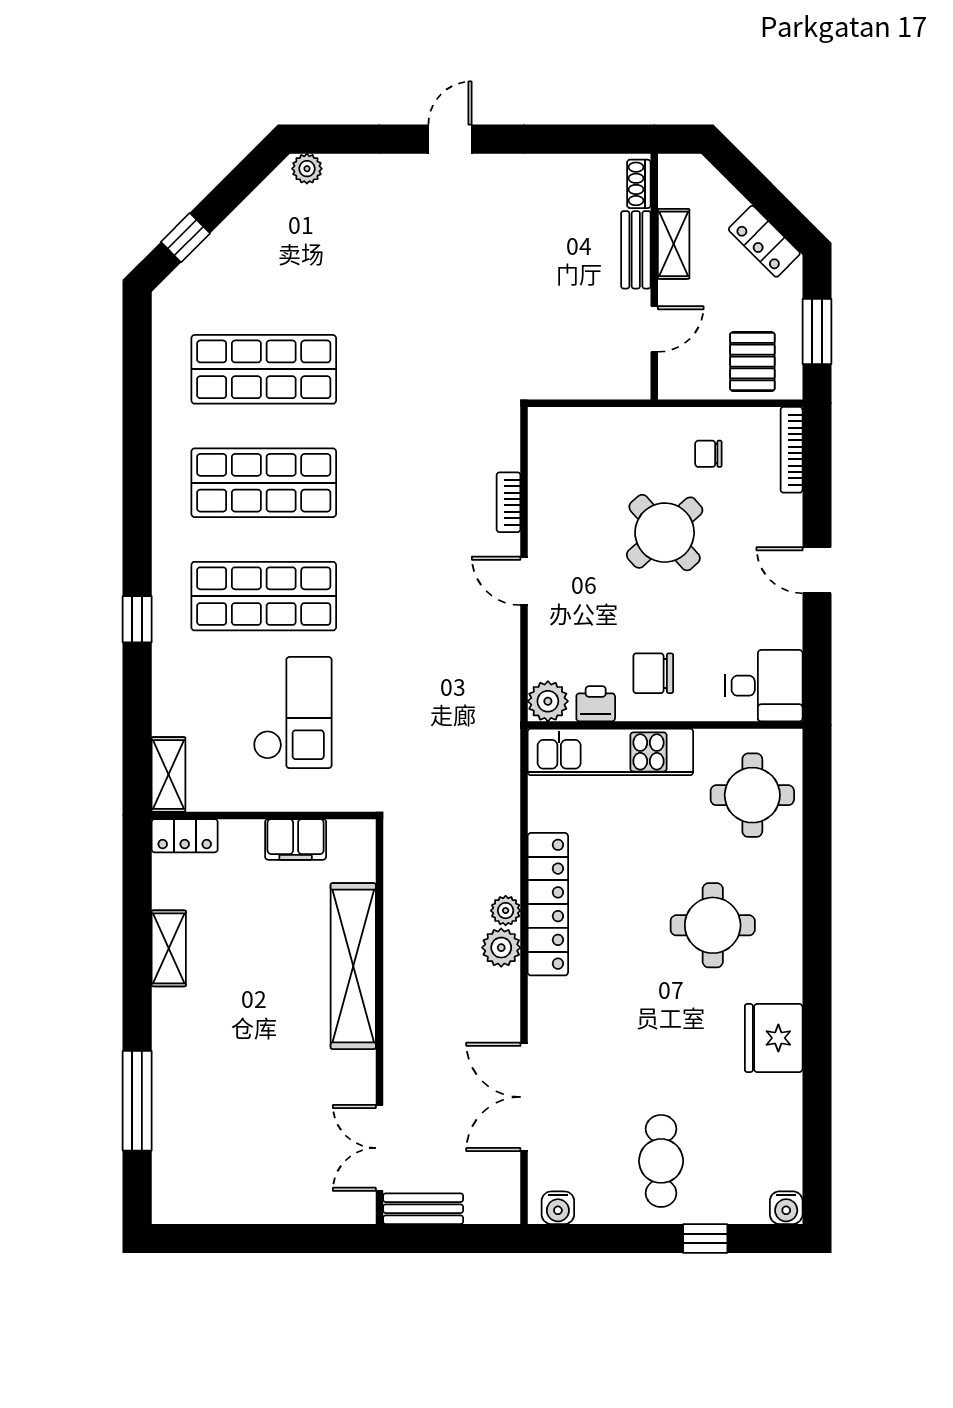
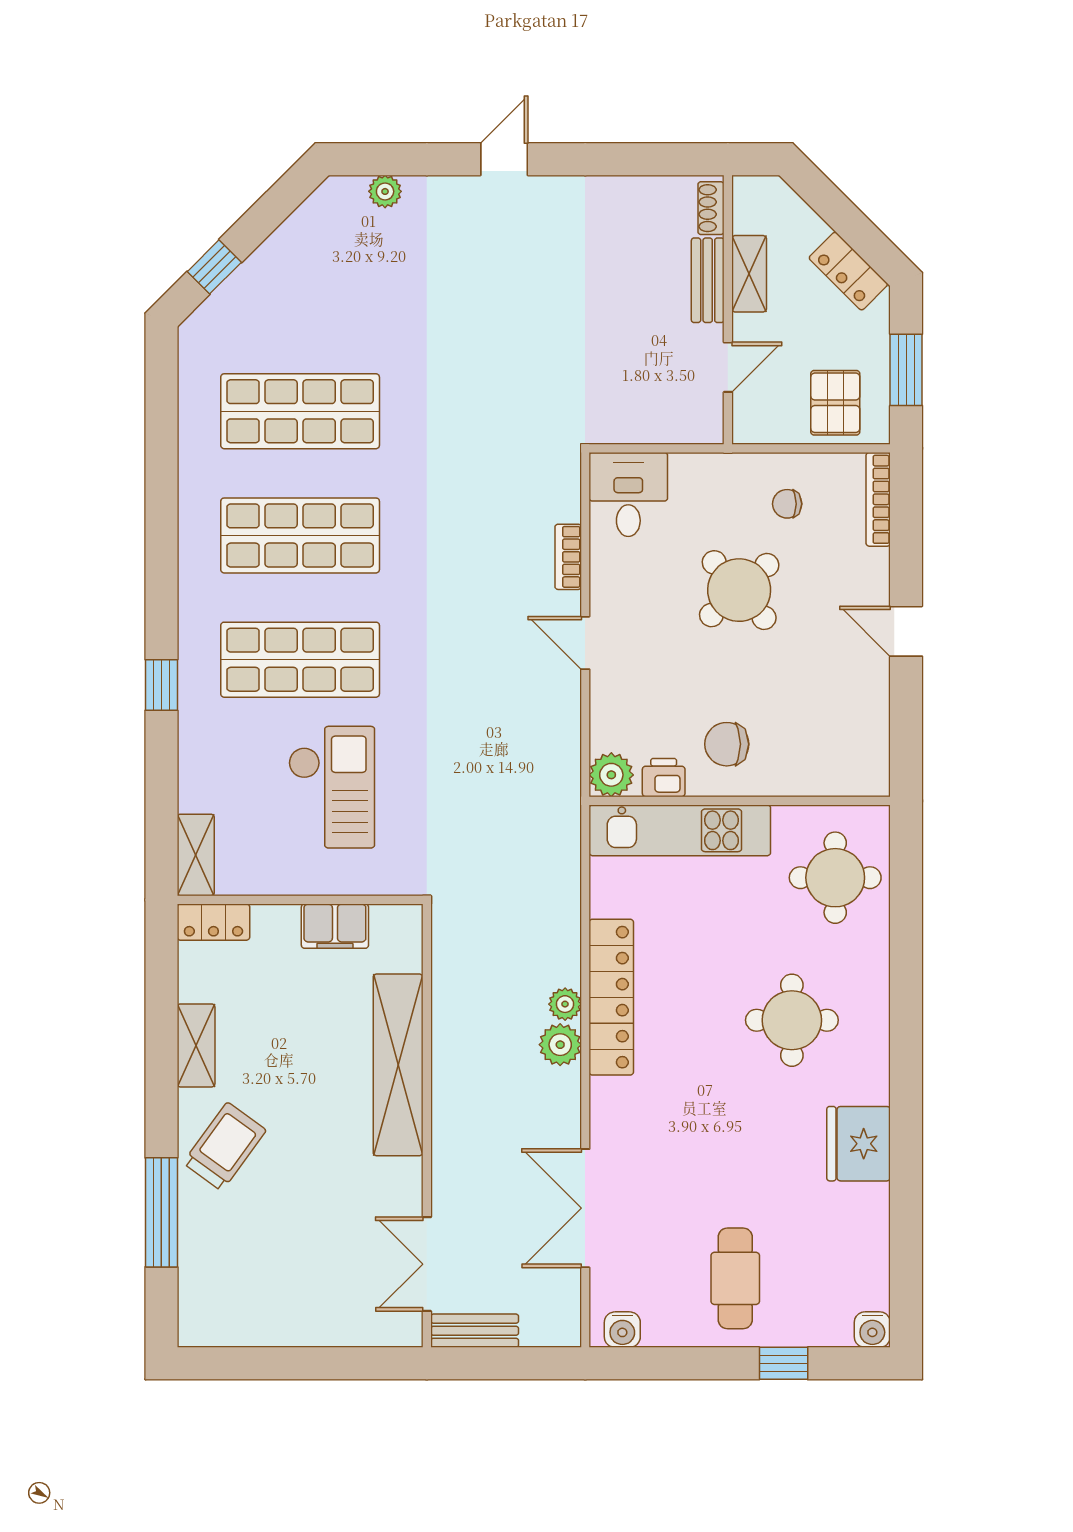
plant: (307, 169) -> (385, 191), moved
desk: (764, 686) -> (628, 494), moved, turned -90
trolley: (195, 1041) -> (225, 1147), added

